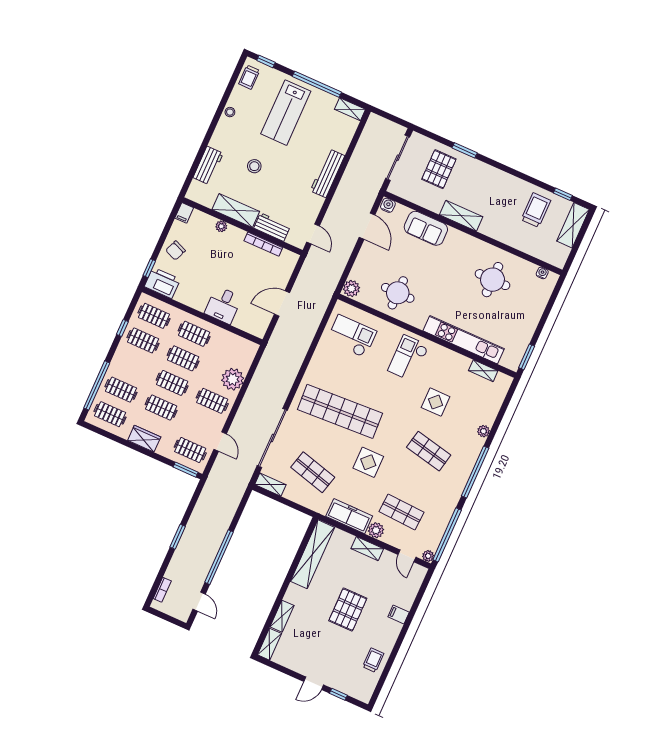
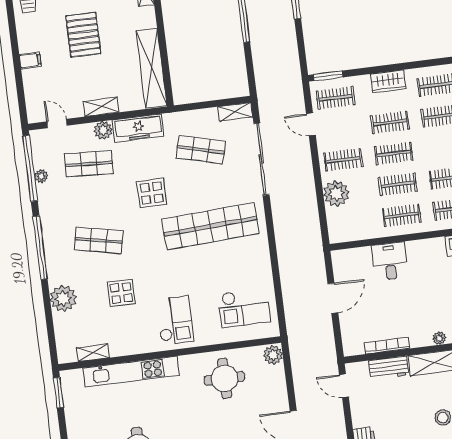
plant: (484, 431) -> (63, 298), width x1.88, depth x1.88
plant: (428, 556) -> (41, 176), moved

